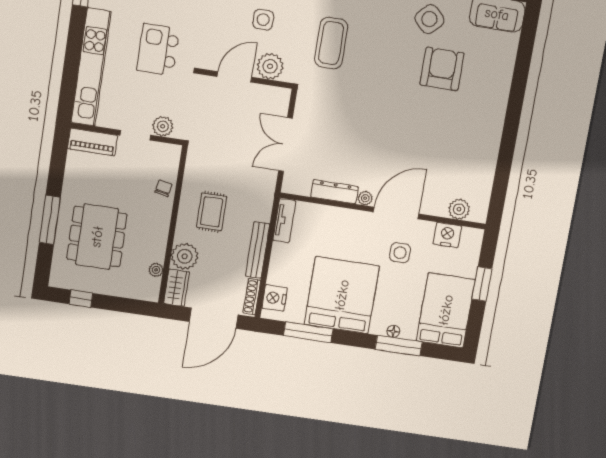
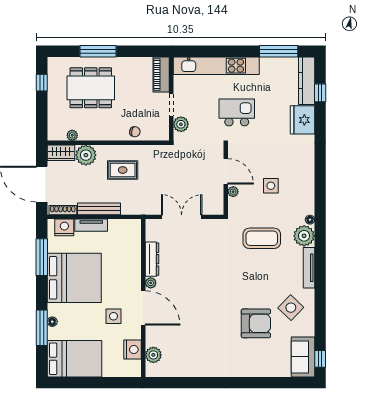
plant: (270, 66) -> (233, 192), width x0.53, depth x0.53
tv unit: (284, 221) -> (91, 225), moved
window: (482, 284) -> (99, 383), removed

